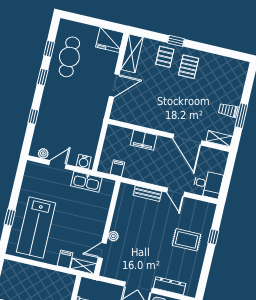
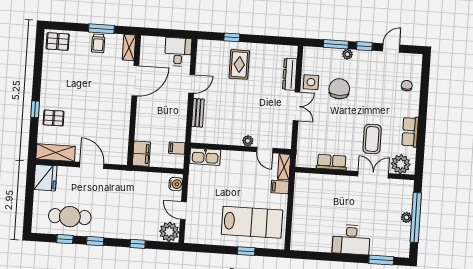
pallet: (189, 67) -> (58, 41), moved
filing cabinet: (144, 140) -> (141, 154), moved
plant: (43, 153) -> (169, 232), width x1.88, depth x1.88
kitchen sink: (86, 182) -> (205, 157), moved, turned 90

